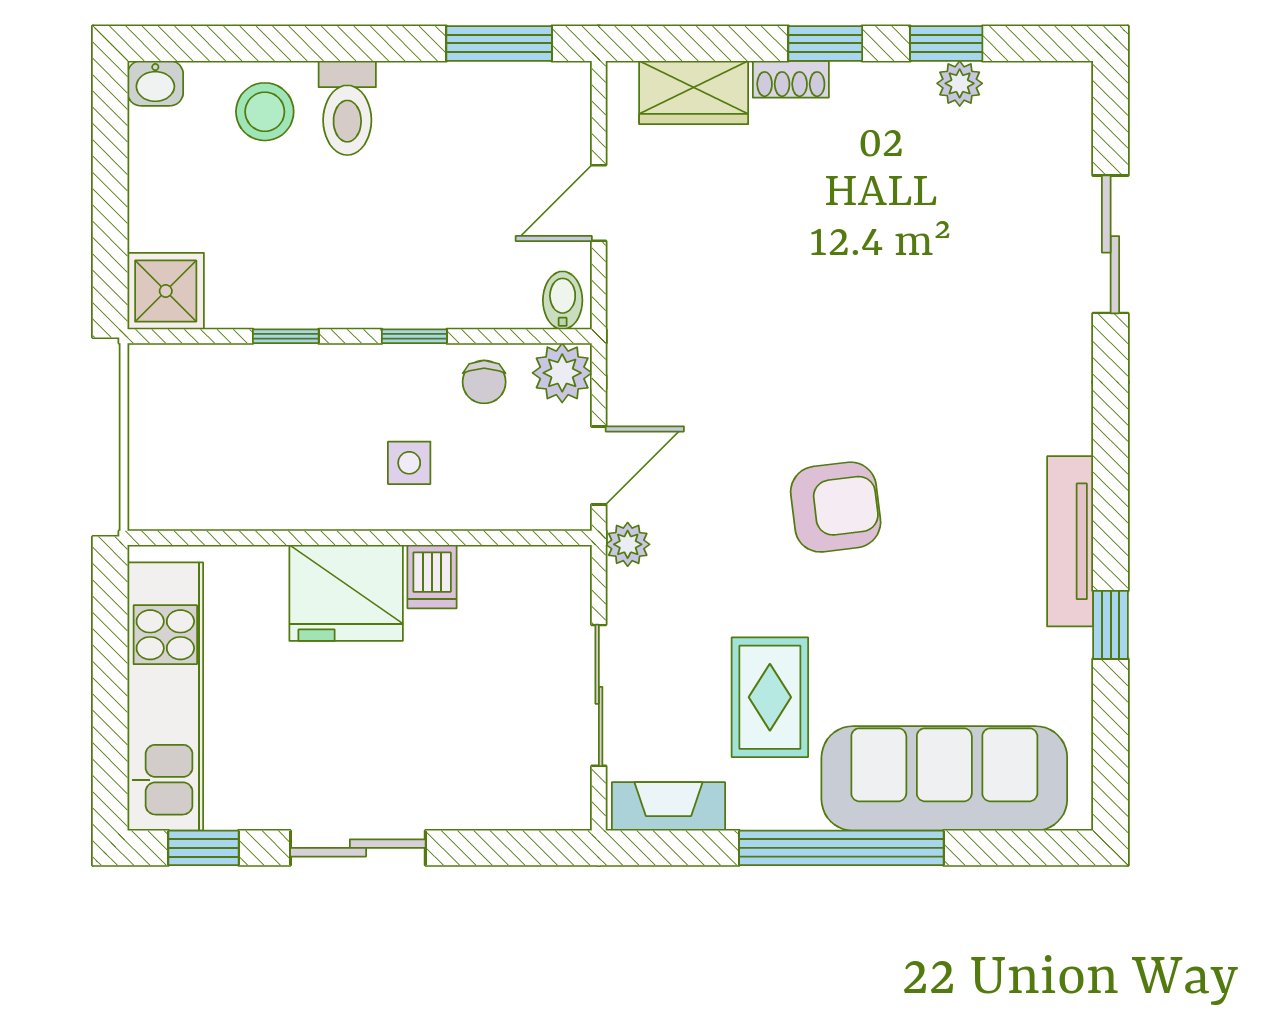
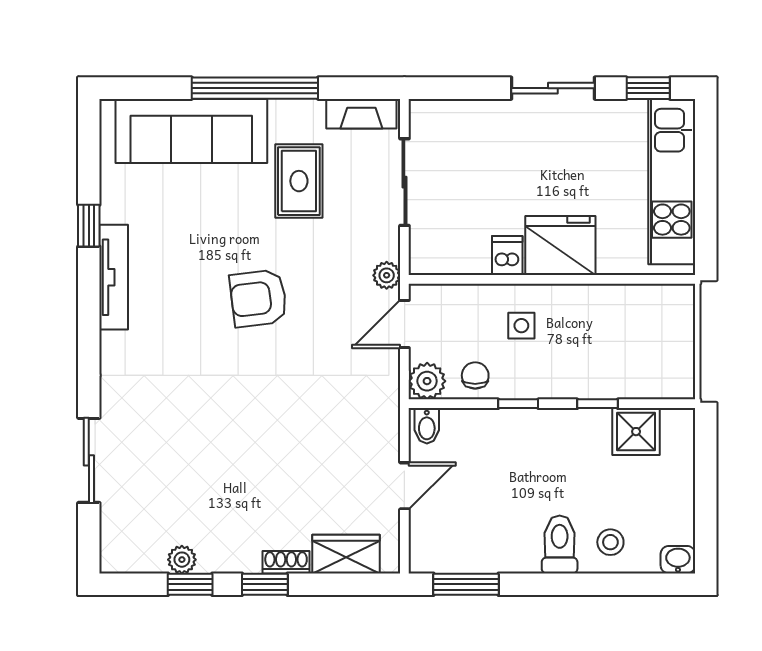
stool: (265, 112) -> (610, 542), width x0.73, depth x0.73
shower: (166, 291) -> (636, 432), moved

